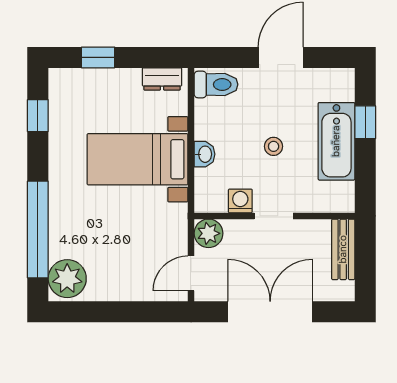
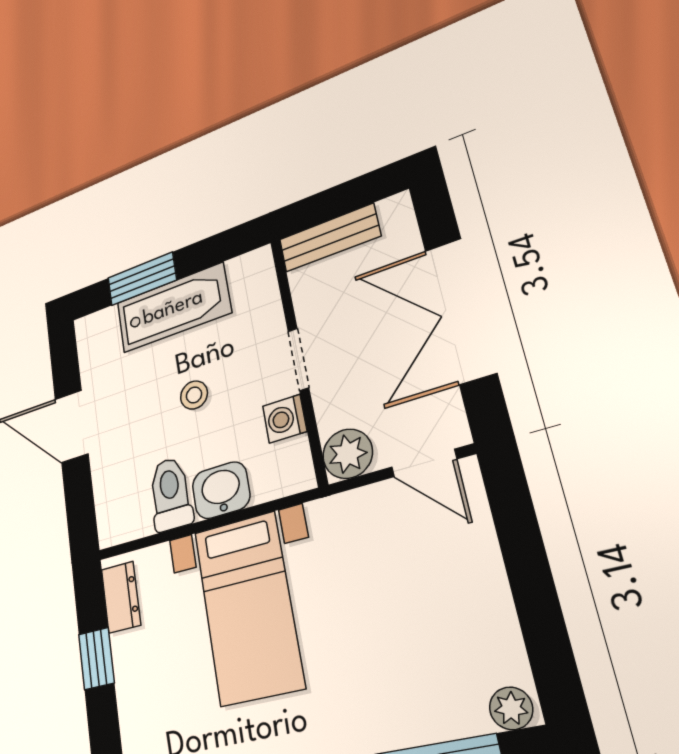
window: (98, 57) -> (96, 658), moved
toilet: (216, 84) -> (170, 494), moved
window: (365, 122) -> (142, 279), width x1.50
washbasin: (205, 154) -> (221, 490), width x1.38, depth x1.45
plant: (67, 279) -> (511, 708), width x0.53, depth x0.53

